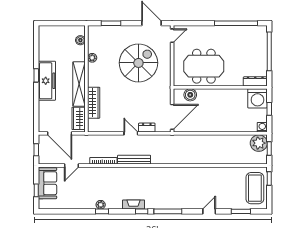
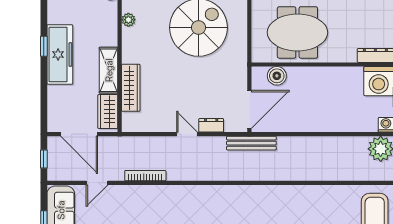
shelving: (79, 84) -> (109, 70), width x0.68
bench: (134, 160) -> (251, 143), moved

